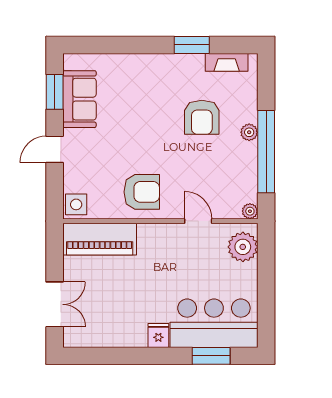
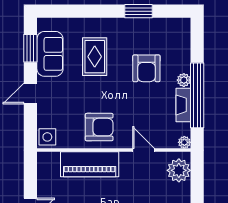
fireplace: (227, 62) -> (183, 105), moved, turned 90
rug: (136, 103) -> (95, 57), added
piano: (100, 239) -> (90, 164), moved

